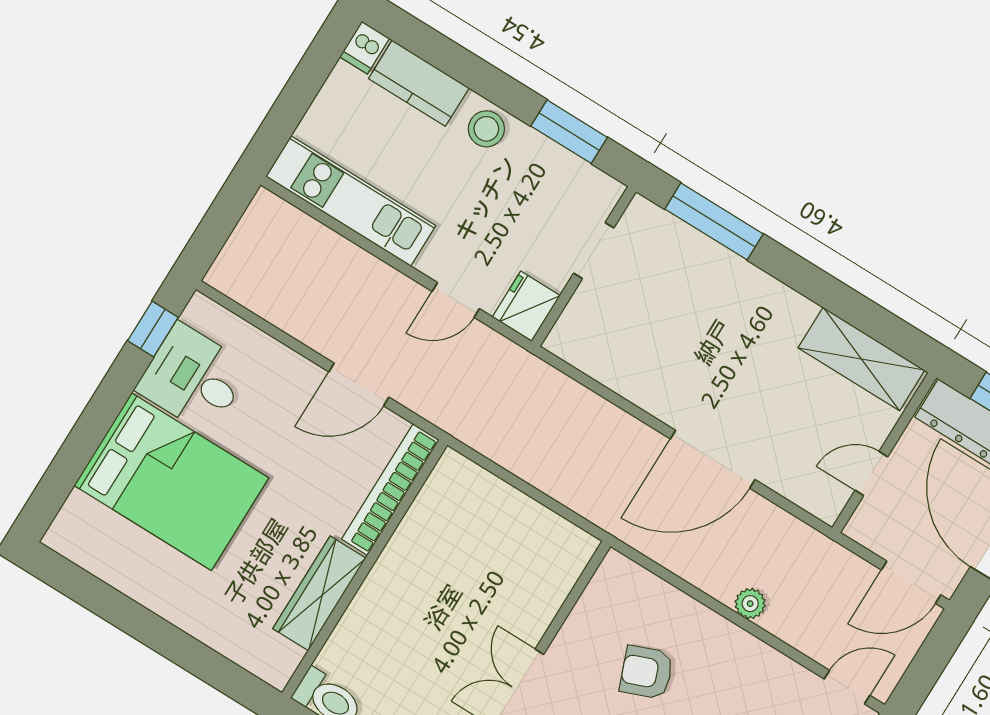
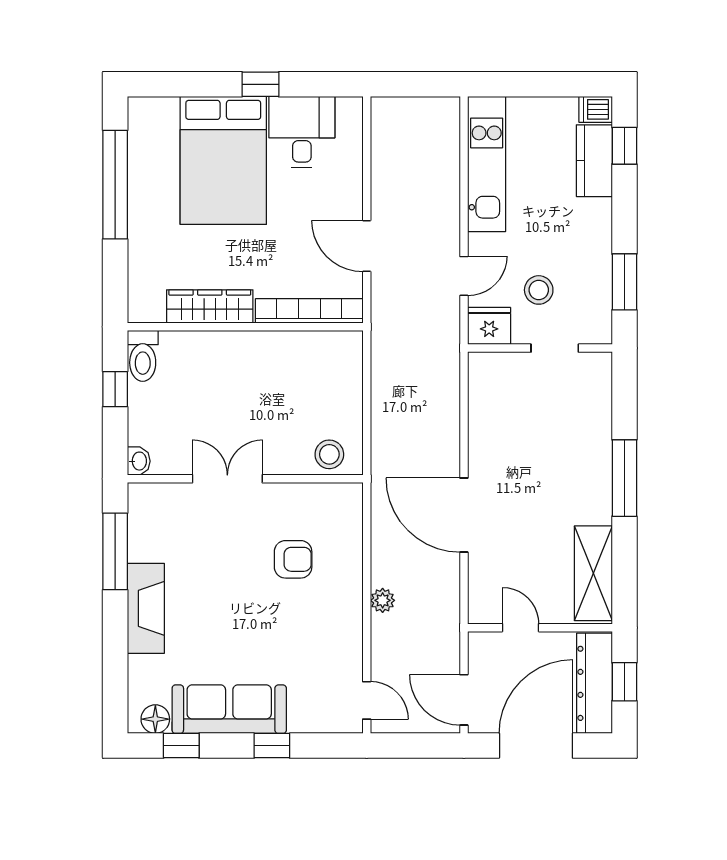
window: (423, 41) -> (624, 146), added
stool: (486, 129) -> (539, 290), moved
window: (714, 221) -> (624, 478), moved
door: (456, 300) -> (464, 276), swing flipped
window: (153, 329) -> (260, 84), moved
stool: (558, 563) -> (329, 454), added
window: (125, 614) -> (115, 185), added
armchair: (646, 672) -> (293, 559), turned 111

